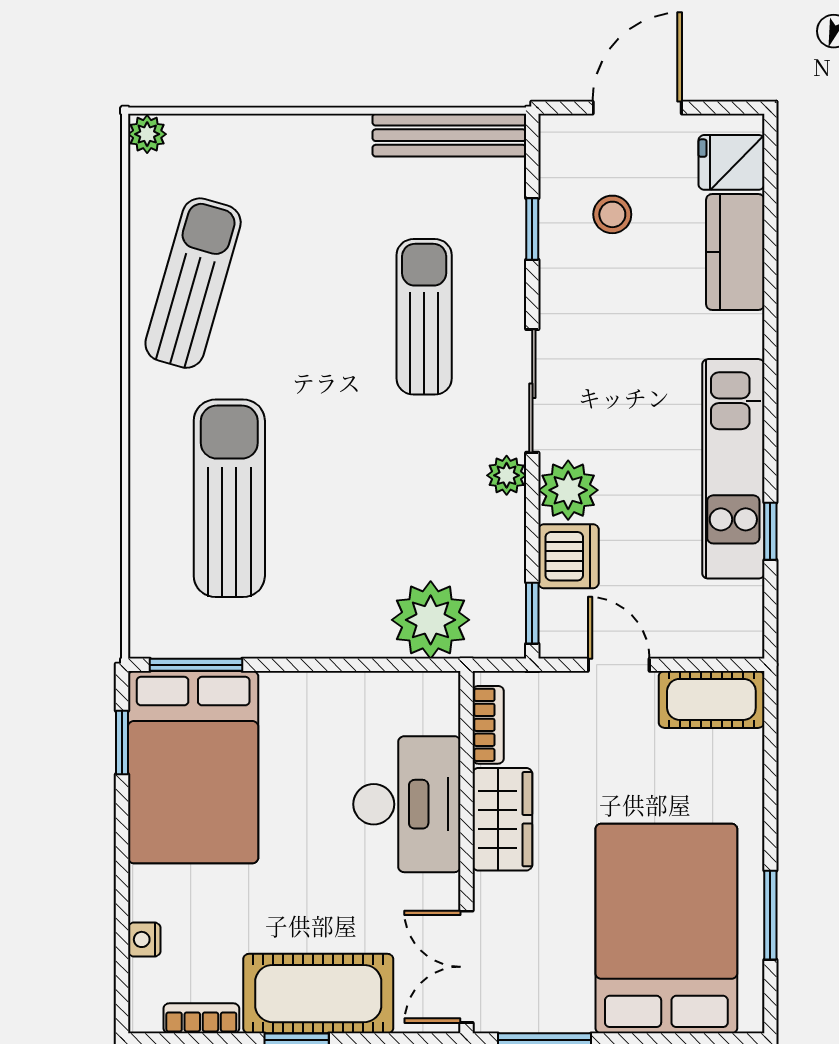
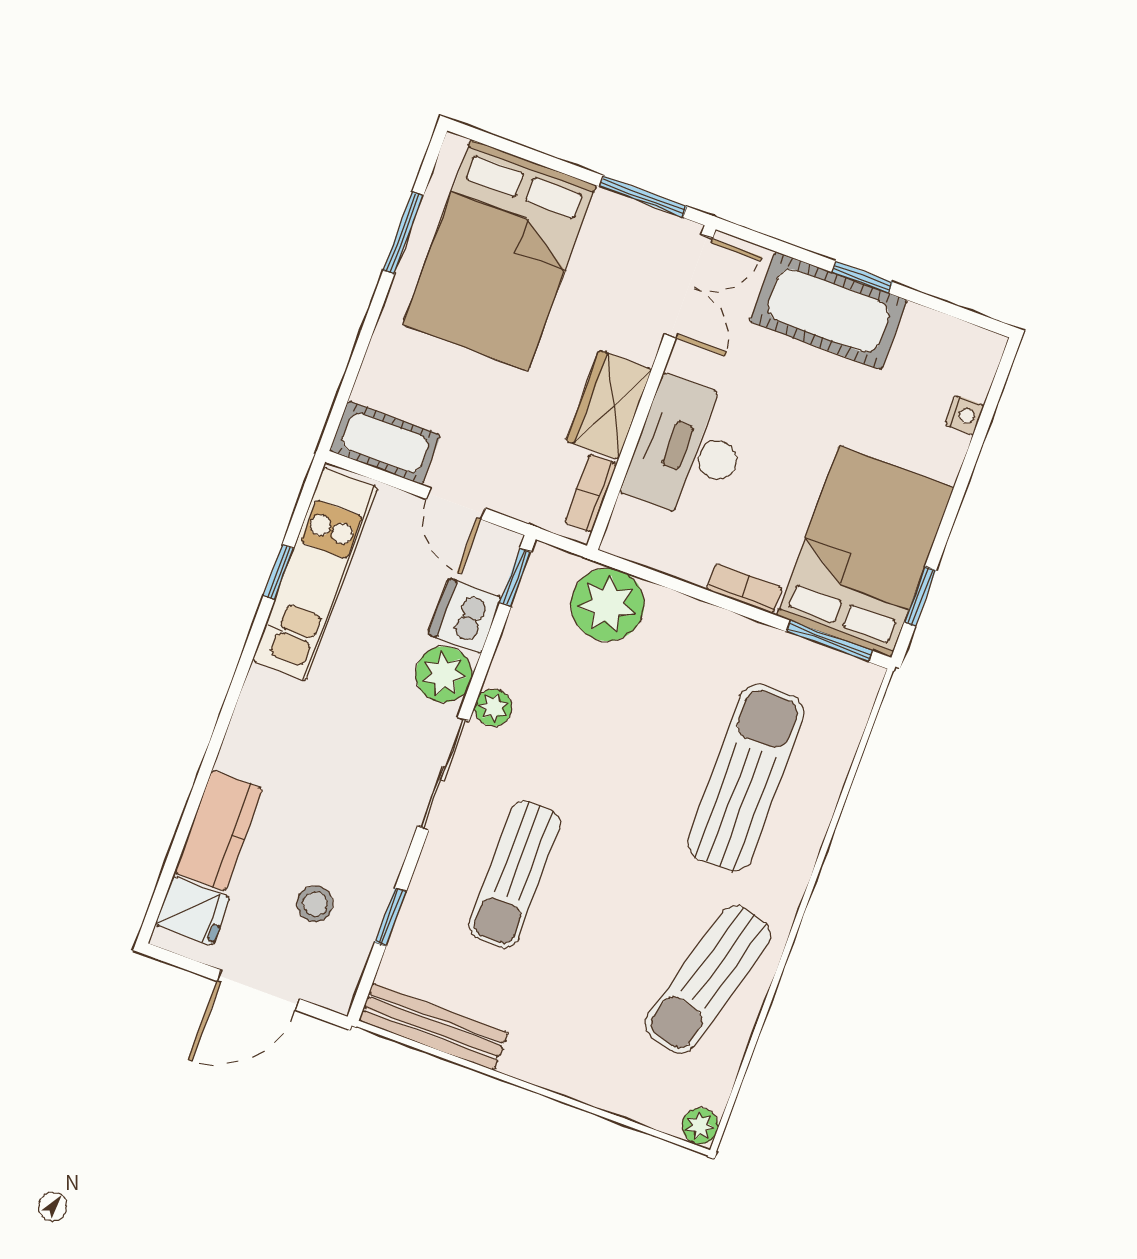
kitchen unit: (733, 469) -> (315, 574), moved
sun lounger: (229, 498) -> (746, 777), turned 180
bookcase: (201, 1018) -> (744, 589), moved, turned 180

